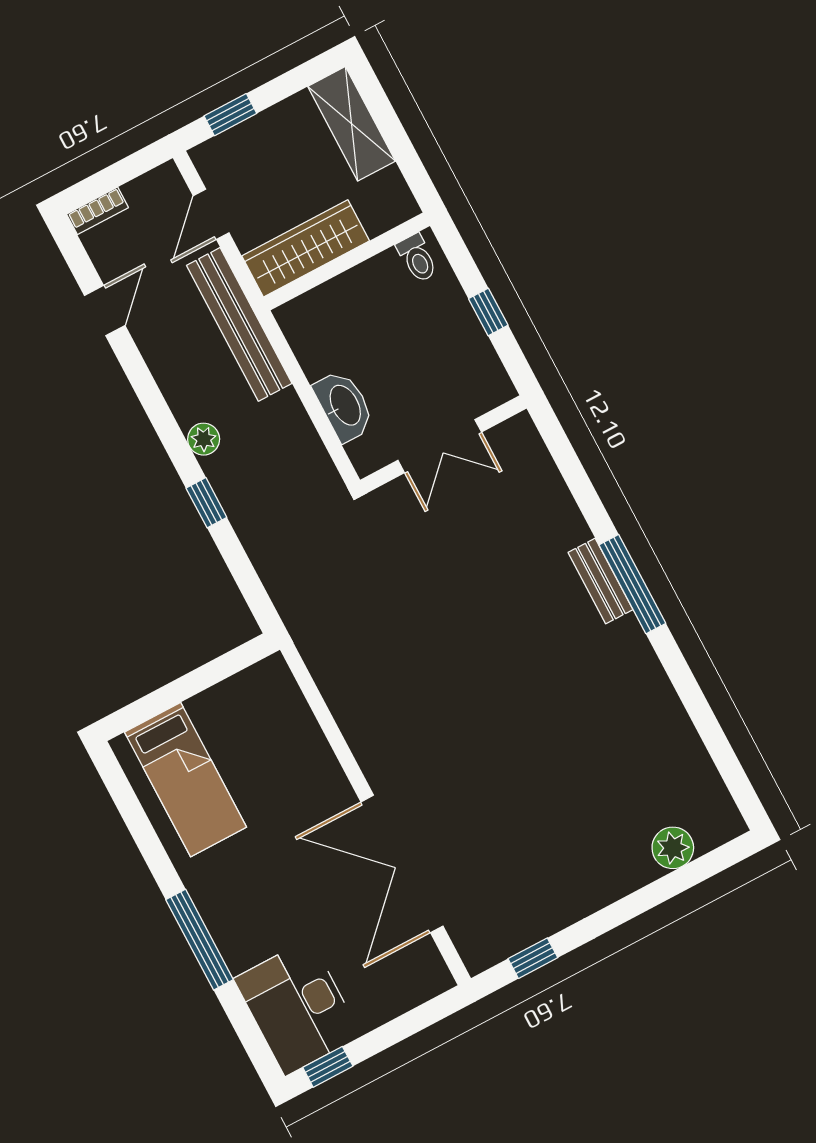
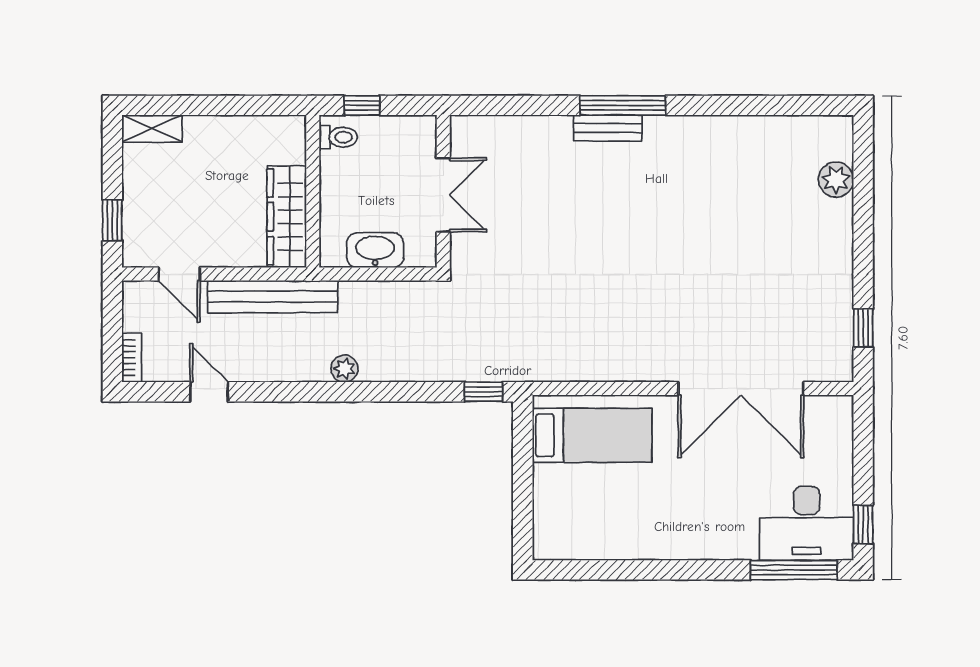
shelving: (352, 124) -> (152, 129), width x0.67, depth x0.75
wardrobe: (306, 248) -> (287, 217), moved
toilet: (417, 258) -> (338, 137), moved
wall: (347, 261) -> (313, 191), moved
window: (206, 503) -> (484, 392), moved
bed: (186, 780) -> (592, 435), moved
window: (200, 940) -> (794, 570), moved

